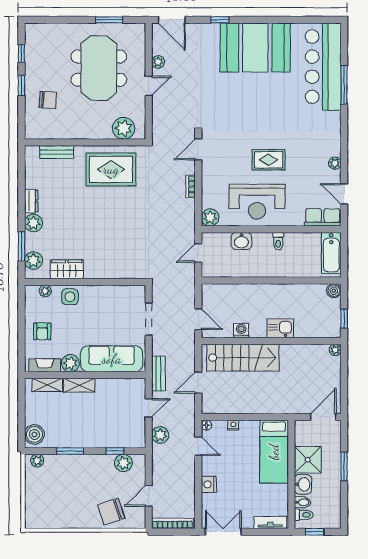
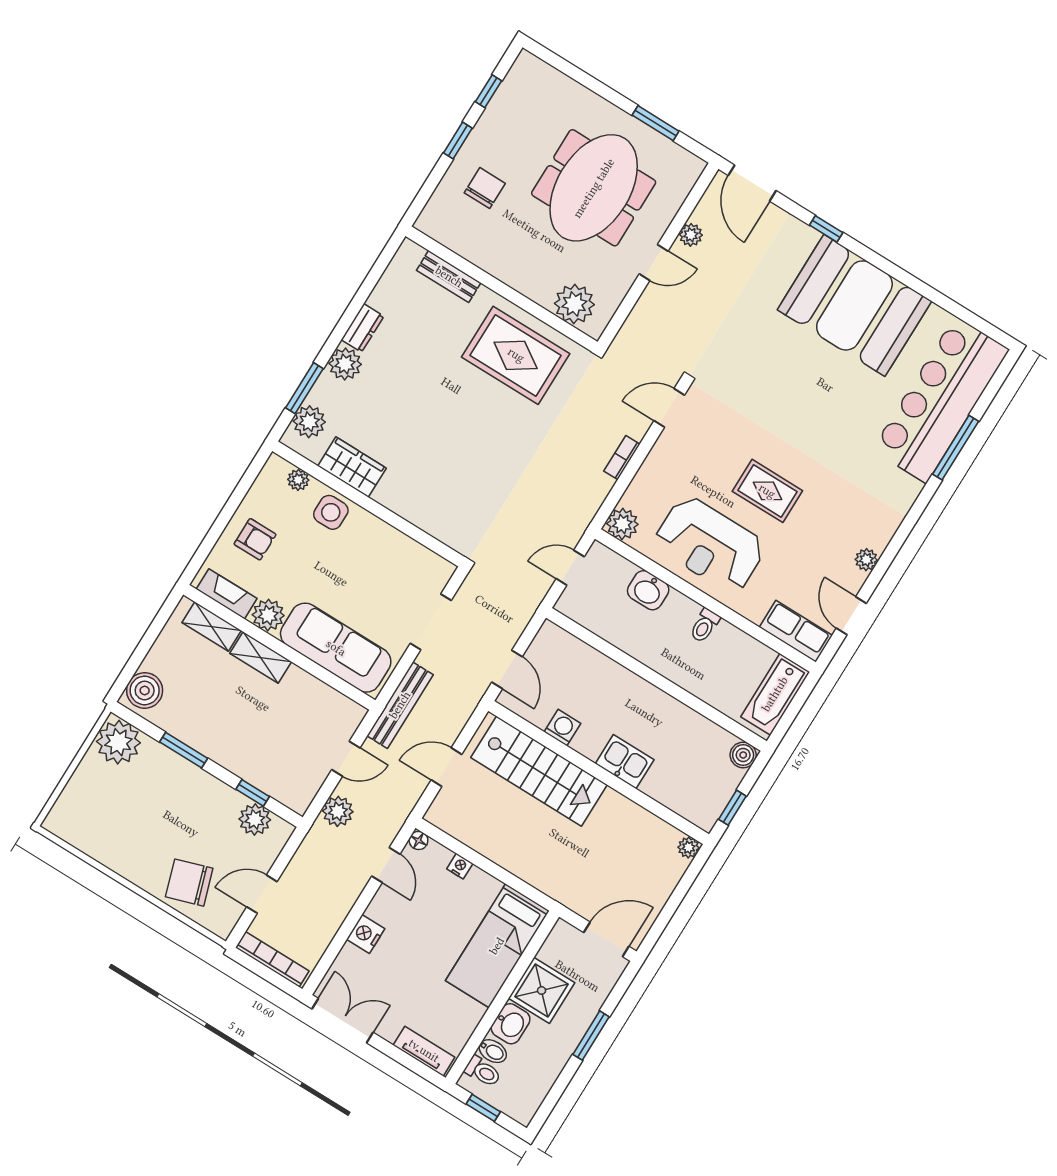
chair: (48, 100) -> (485, 188), turned -94
armchair: (42, 331) -> (255, 539), turned -90
bench: (158, 374) -> (400, 705), width x1.36
plant: (37, 461) -> (118, 742), width x1.87, depth x1.87

